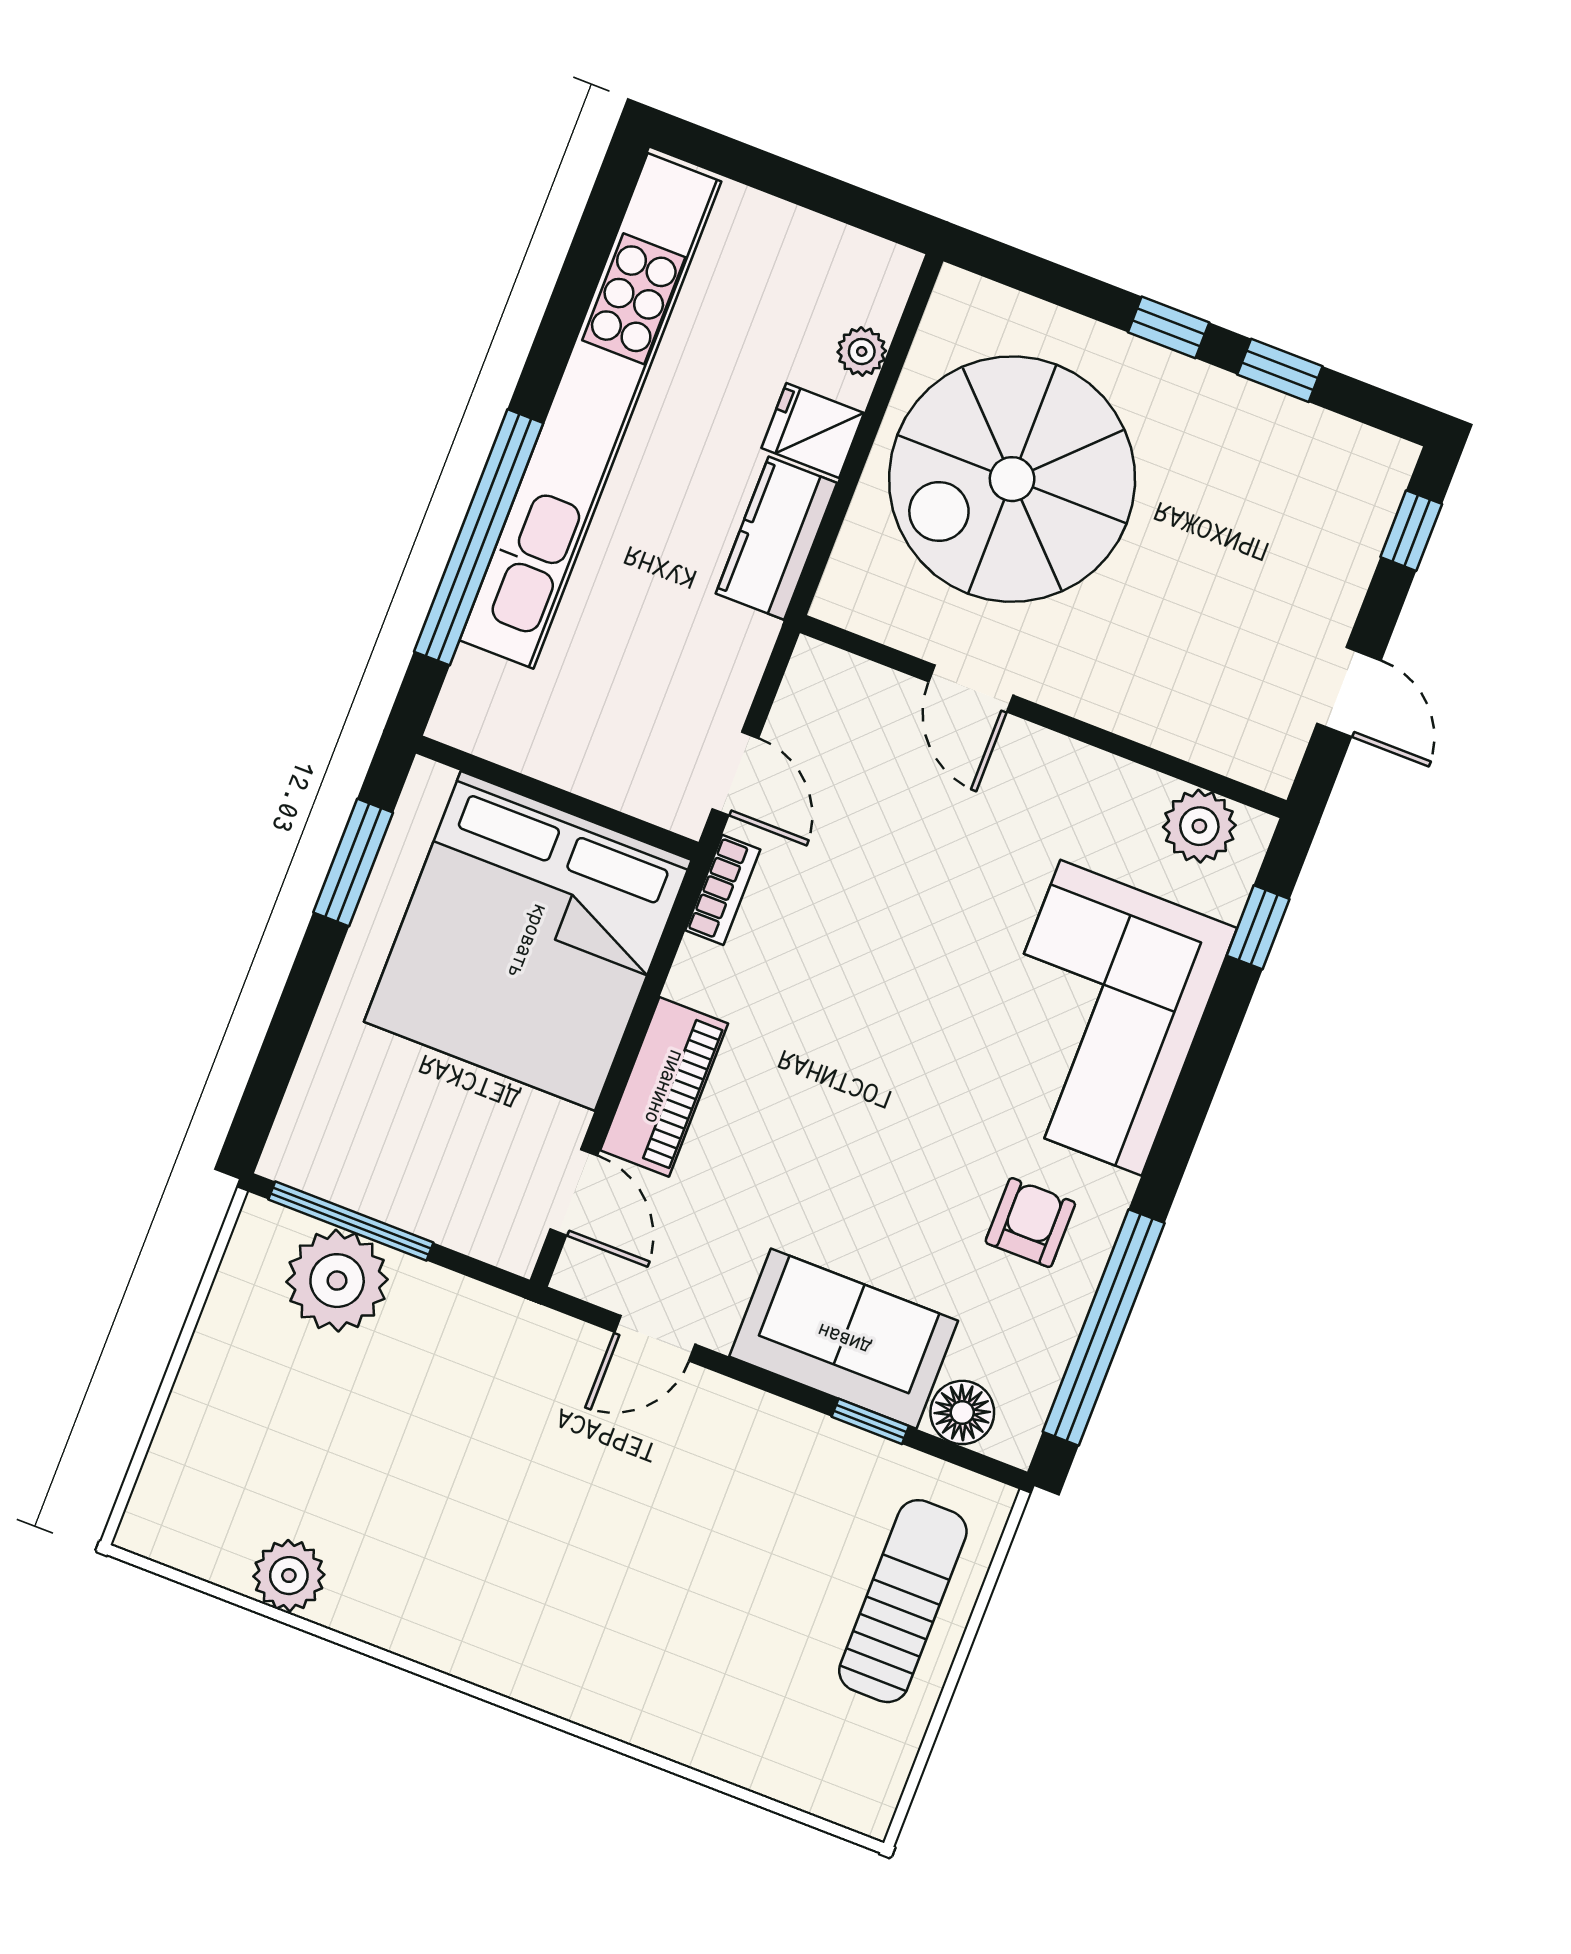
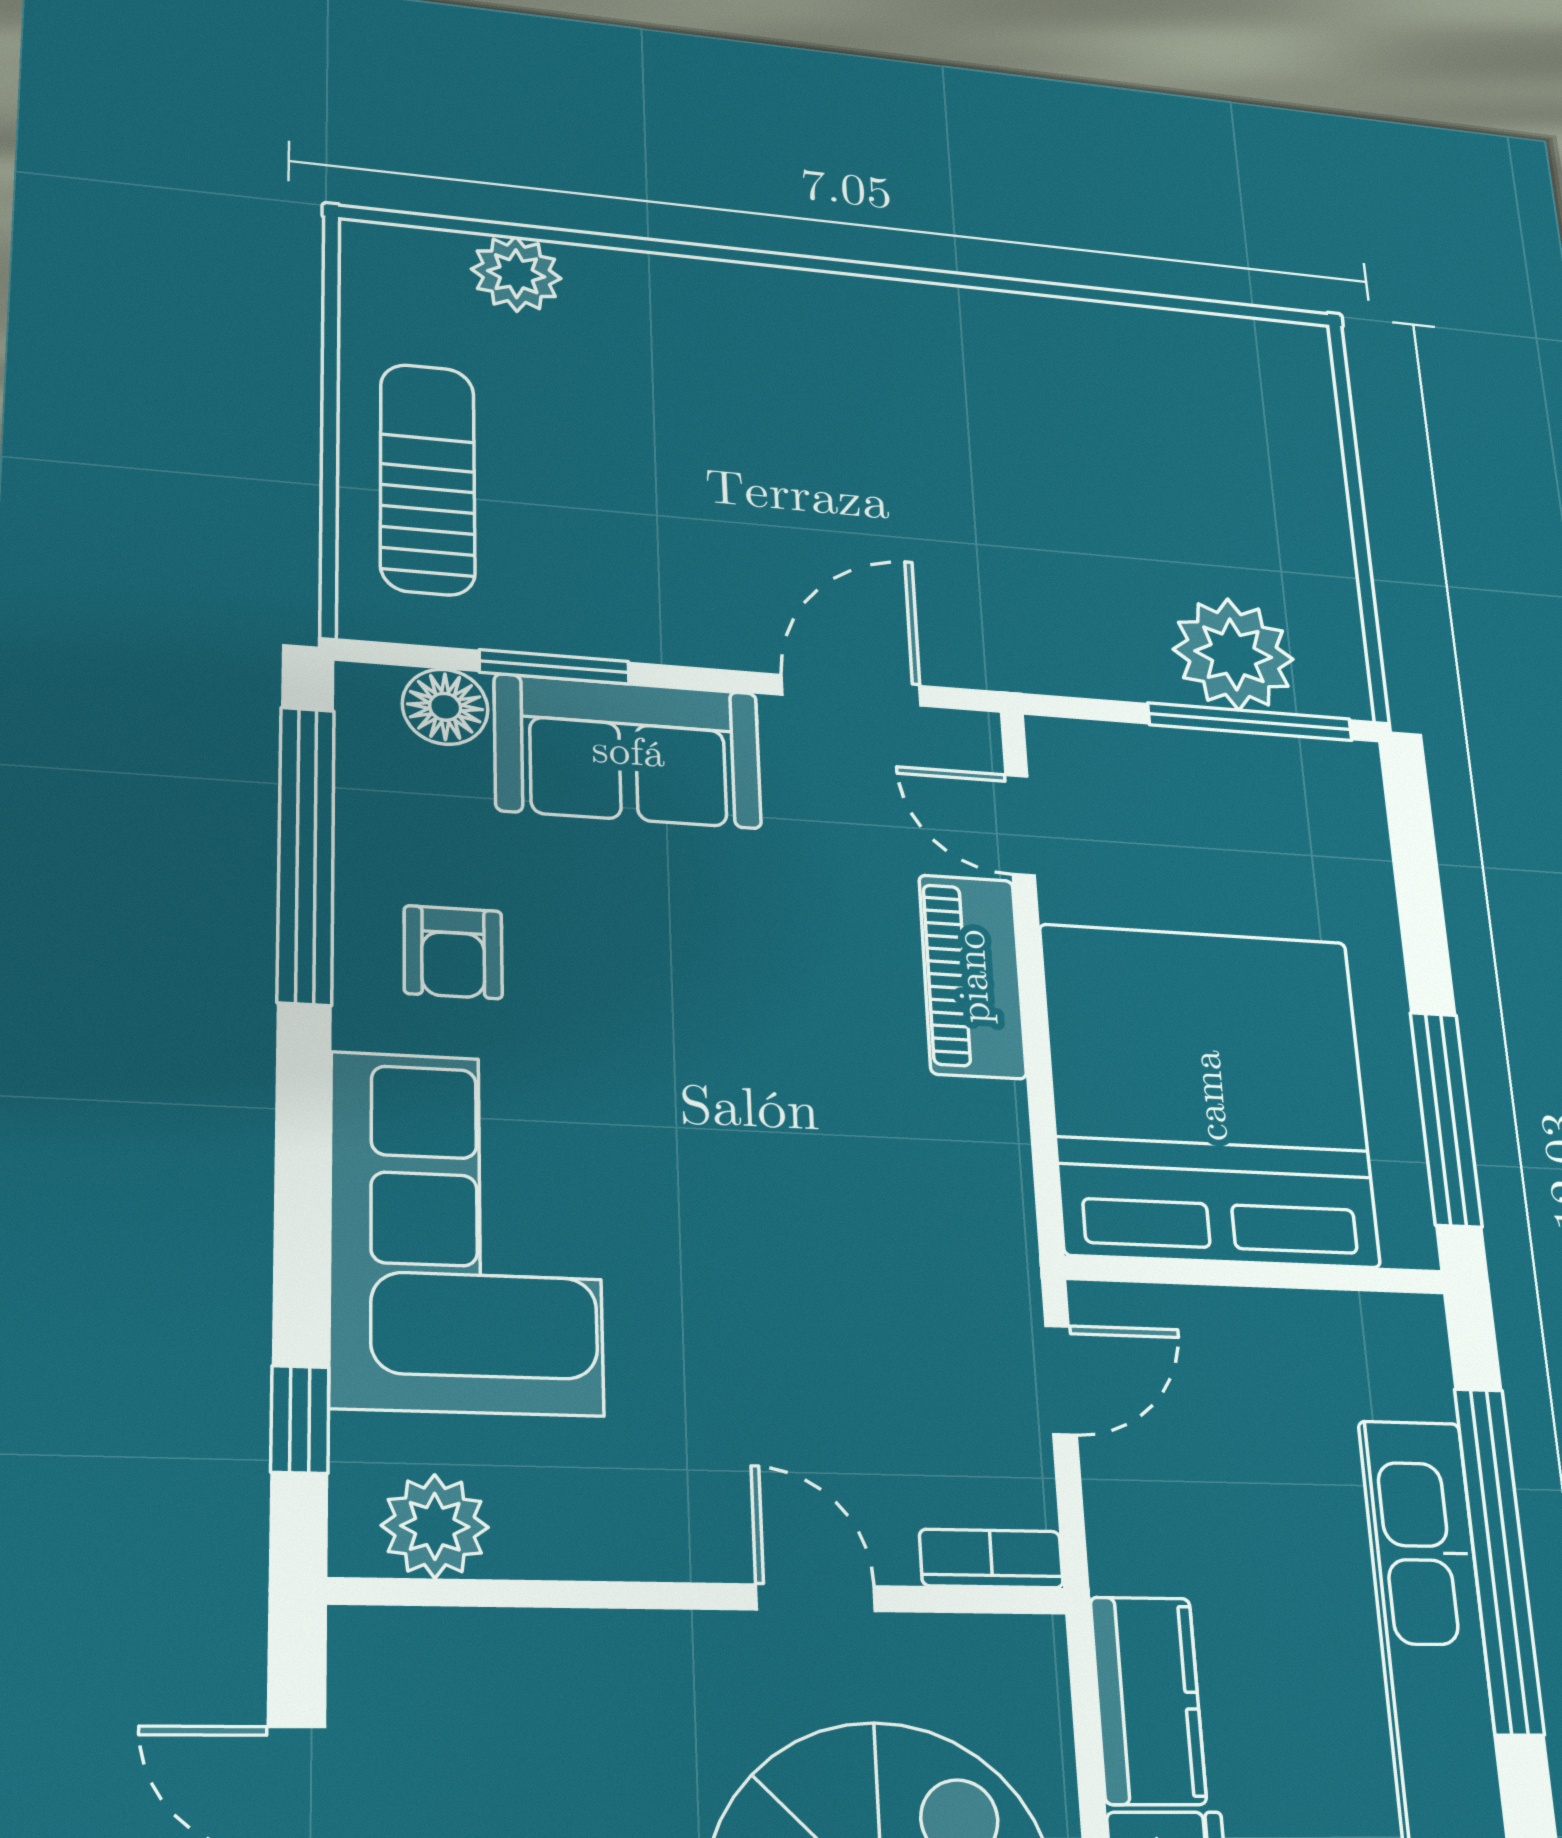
door: (735, 774) -> (1061, 1380), swing flipped
window: (353, 862) -> (1446, 1119), width x1.44
bookcase: (723, 890) -> (991, 1558), moved, turned 90
door: (655, 1338) -> (851, 690), width x1.38
window: (870, 1421) -> (554, 667), width x1.50
plant: (289, 1576) -> (516, 274), moved
sun lounger: (903, 1601) -> (427, 479), turned 180

